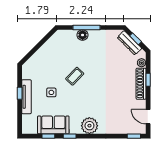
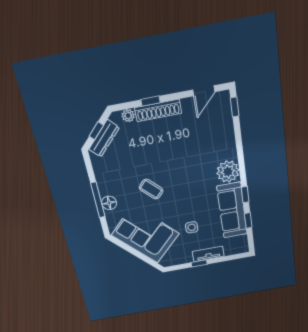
corner sofa: (53, 56) -> (145, 234), added
coffee table: (75, 76) -> (151, 189), moved
tv unit: (26, 97) -> (208, 254), width x0.71
sofa: (53, 125) -> (232, 210), width x1.36

